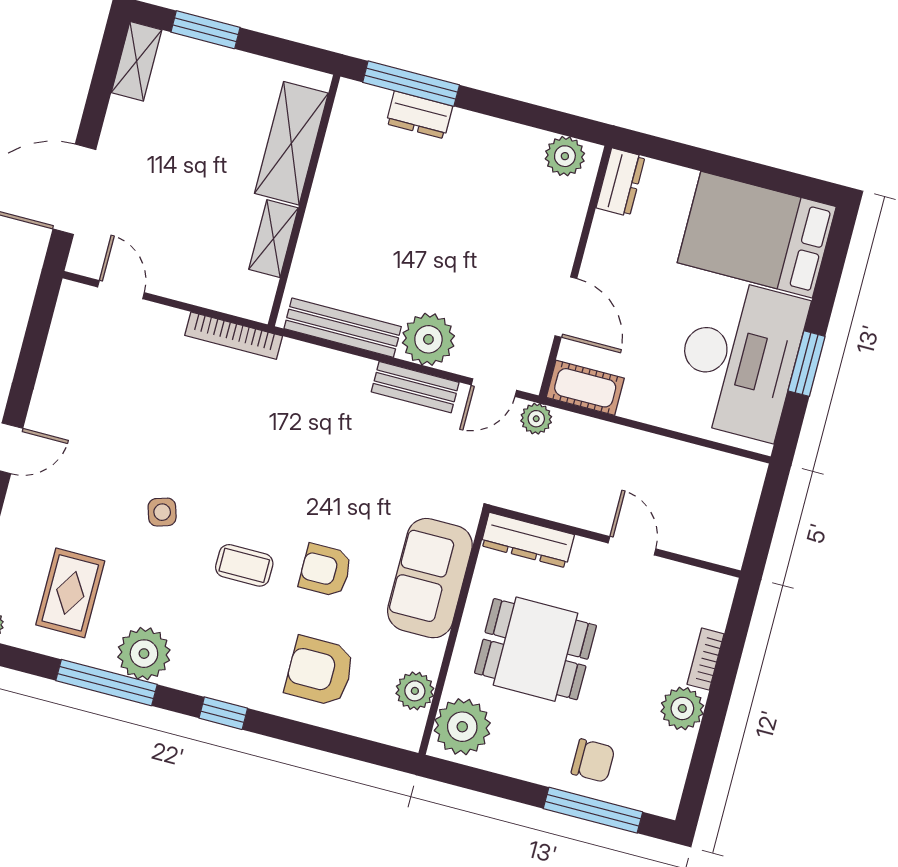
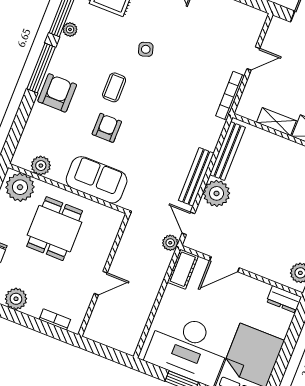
door: (121, 290) -> (253, 59), moved
bench: (415, 387) -> (196, 177), width x1.36
dresser: (528, 540) -> (110, 231), removed
plant: (144, 654) -> (70, 29), width x0.53, depth x0.53
bookcase: (706, 659) -> (55, 319), moved
armchair: (320, 671) -> (57, 93), moved
window: (223, 713) -> (41, 68), width x2.17

